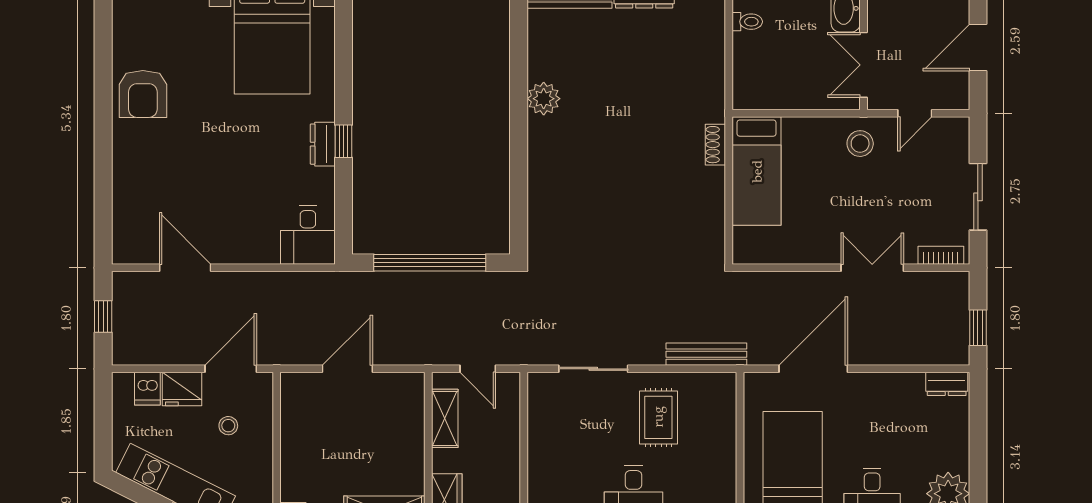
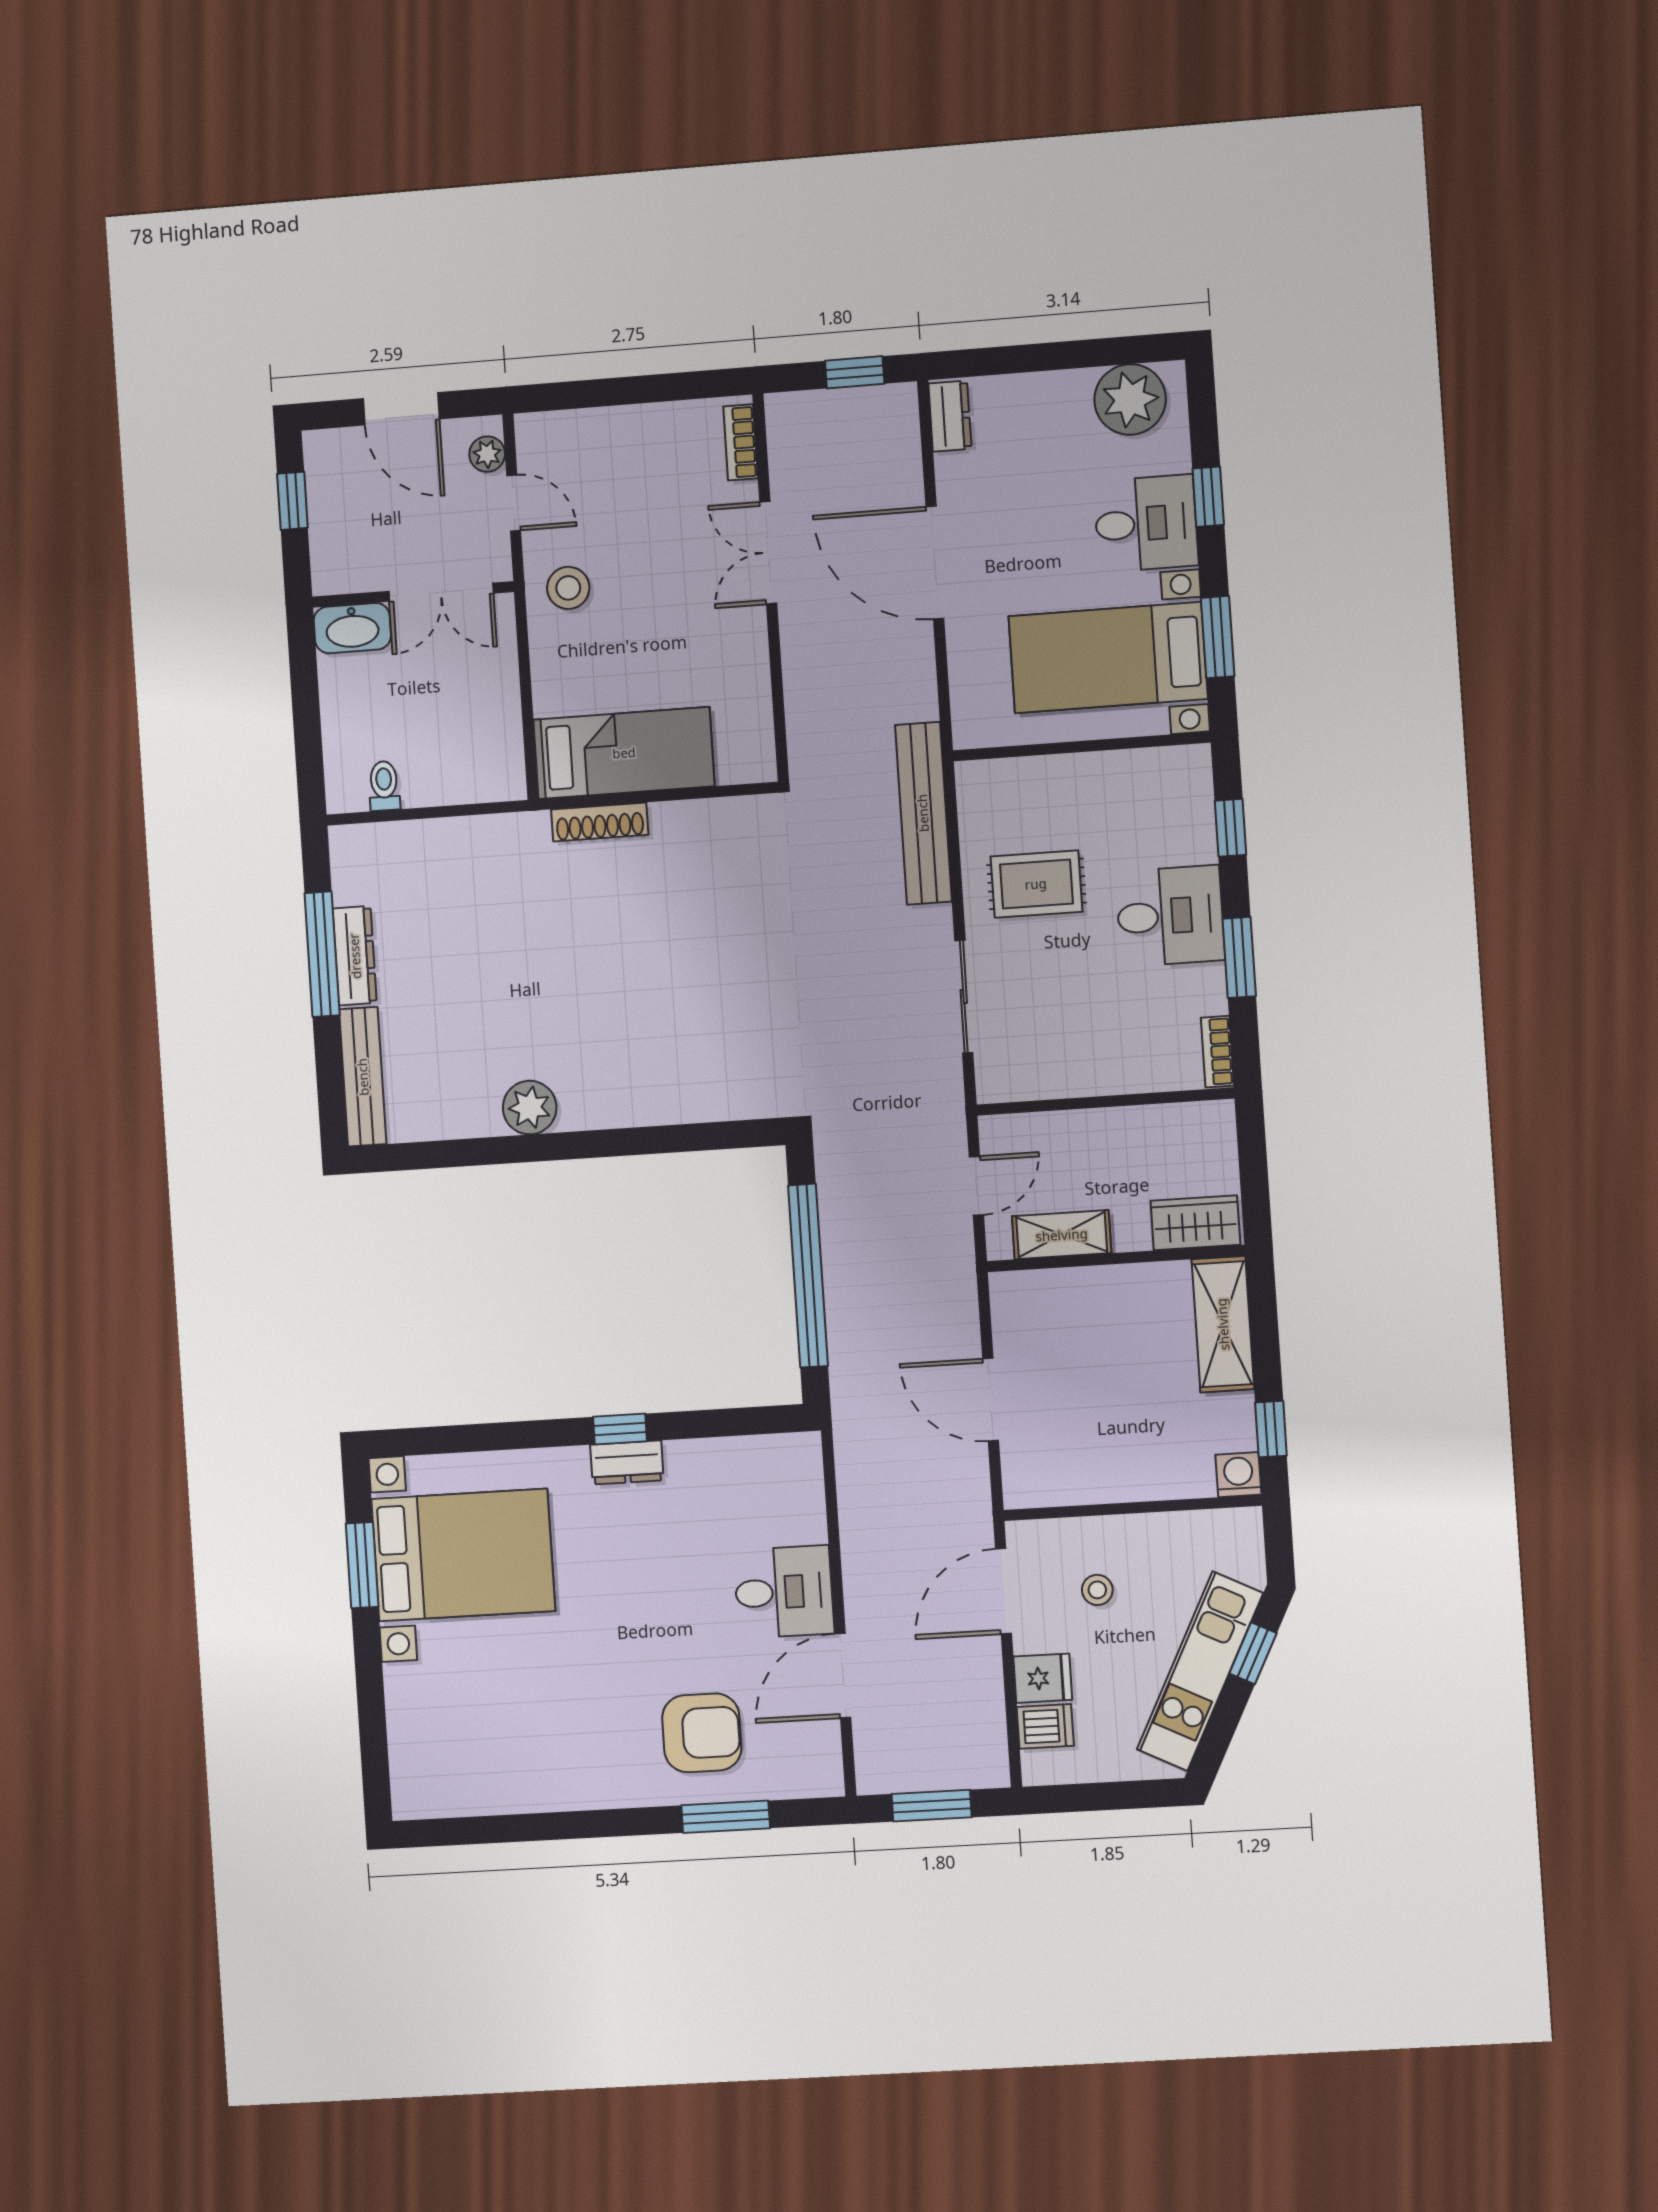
armchair: (143, 94) -> (702, 1733), moved
plant: (946, 99) -> (487, 454), added
shoe rack: (715, 145) -> (600, 822), width x1.43
window: (103, 190) -> (726, 1817), added
sliding door: (978, 197) -> (642, 389), removed
desk: (308, 235) -> (784, 1592), moved
window: (103, 316) -> (932, 1806), width x1.50
bench: (706, 354) -> (923, 813), width x1.37, depth x1.21
door: (231, 369) -> (1003, 1591), hinge flipped
door: (813, 369) -> (935, 563), moved
fridge: (182, 389) -> (1043, 1678), width x0.72

